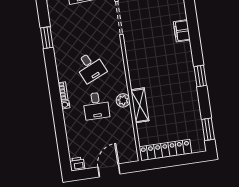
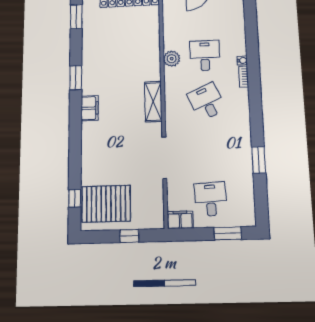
filing cabinet: (182, 31) -> (90, 108), moved
window: (47, 38) -> (259, 160), moved
shelving: (140, 105) -> (153, 102), moved

